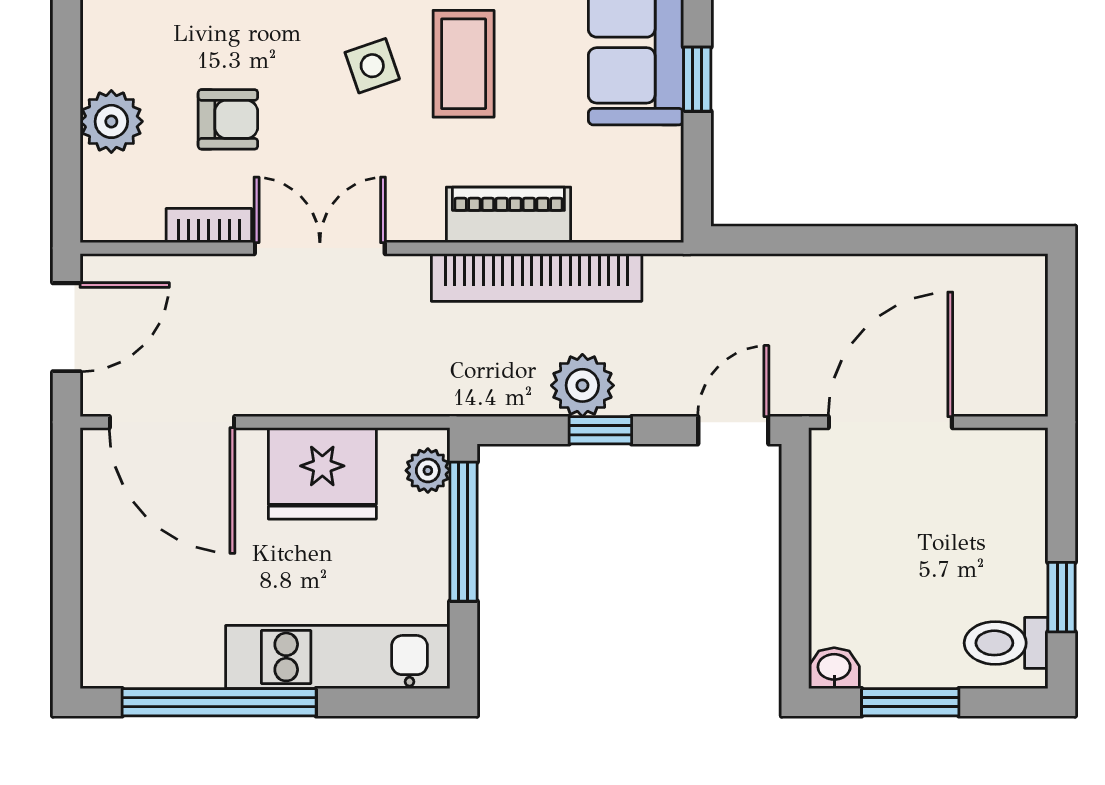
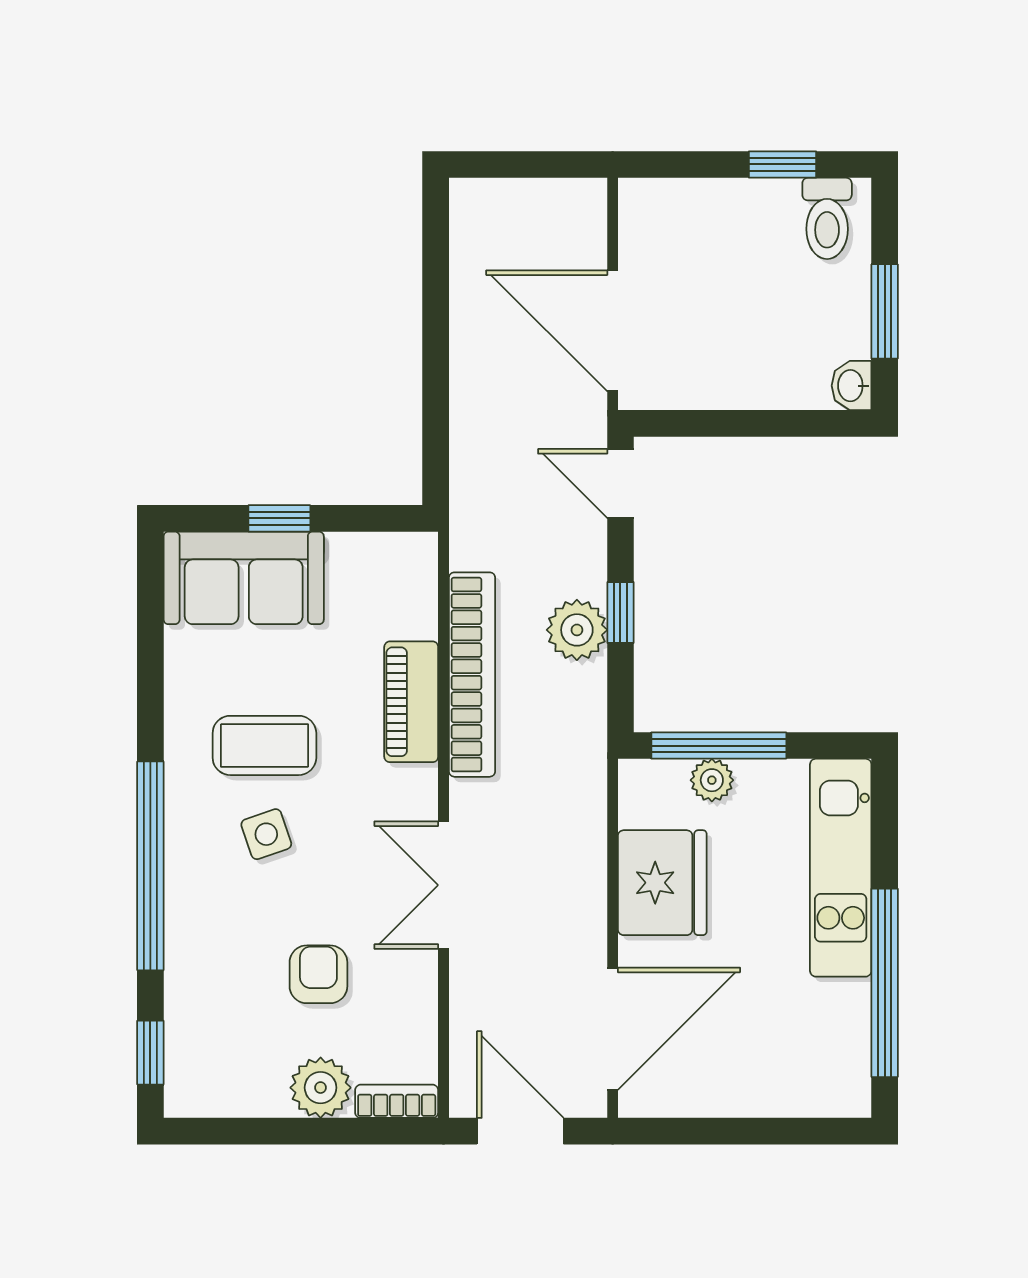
bookcase: (209, 226) -> (397, 1101), moved, turned 90
plant: (428, 470) -> (712, 780), moved

